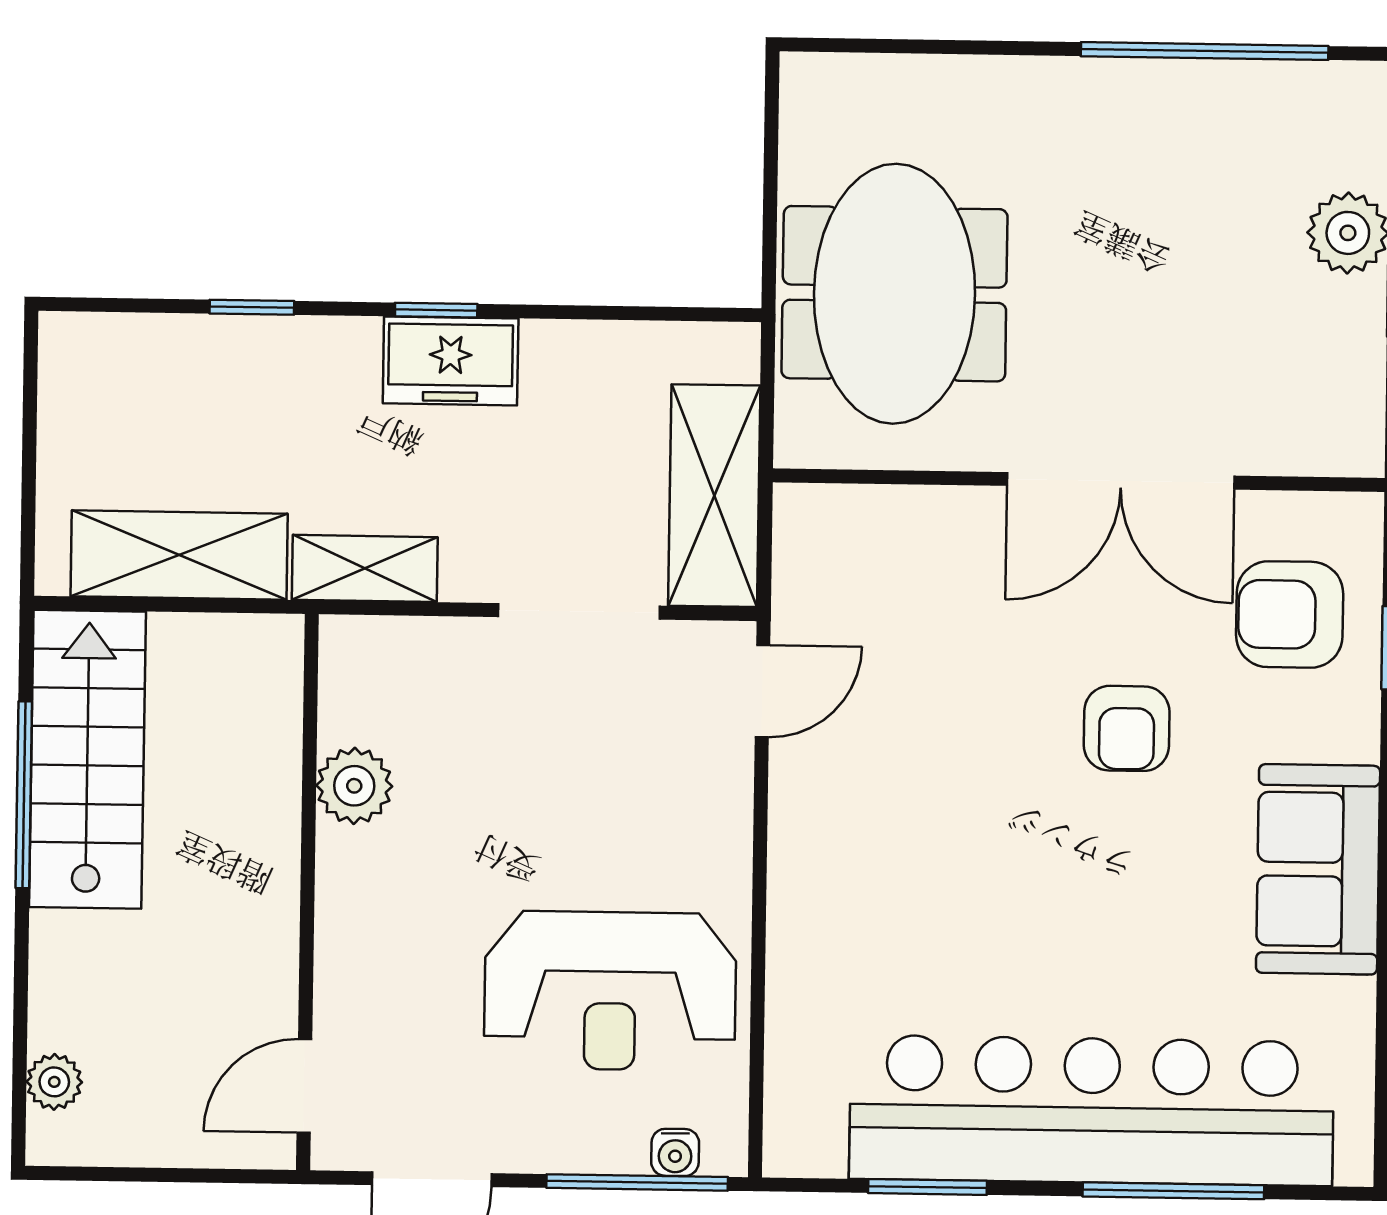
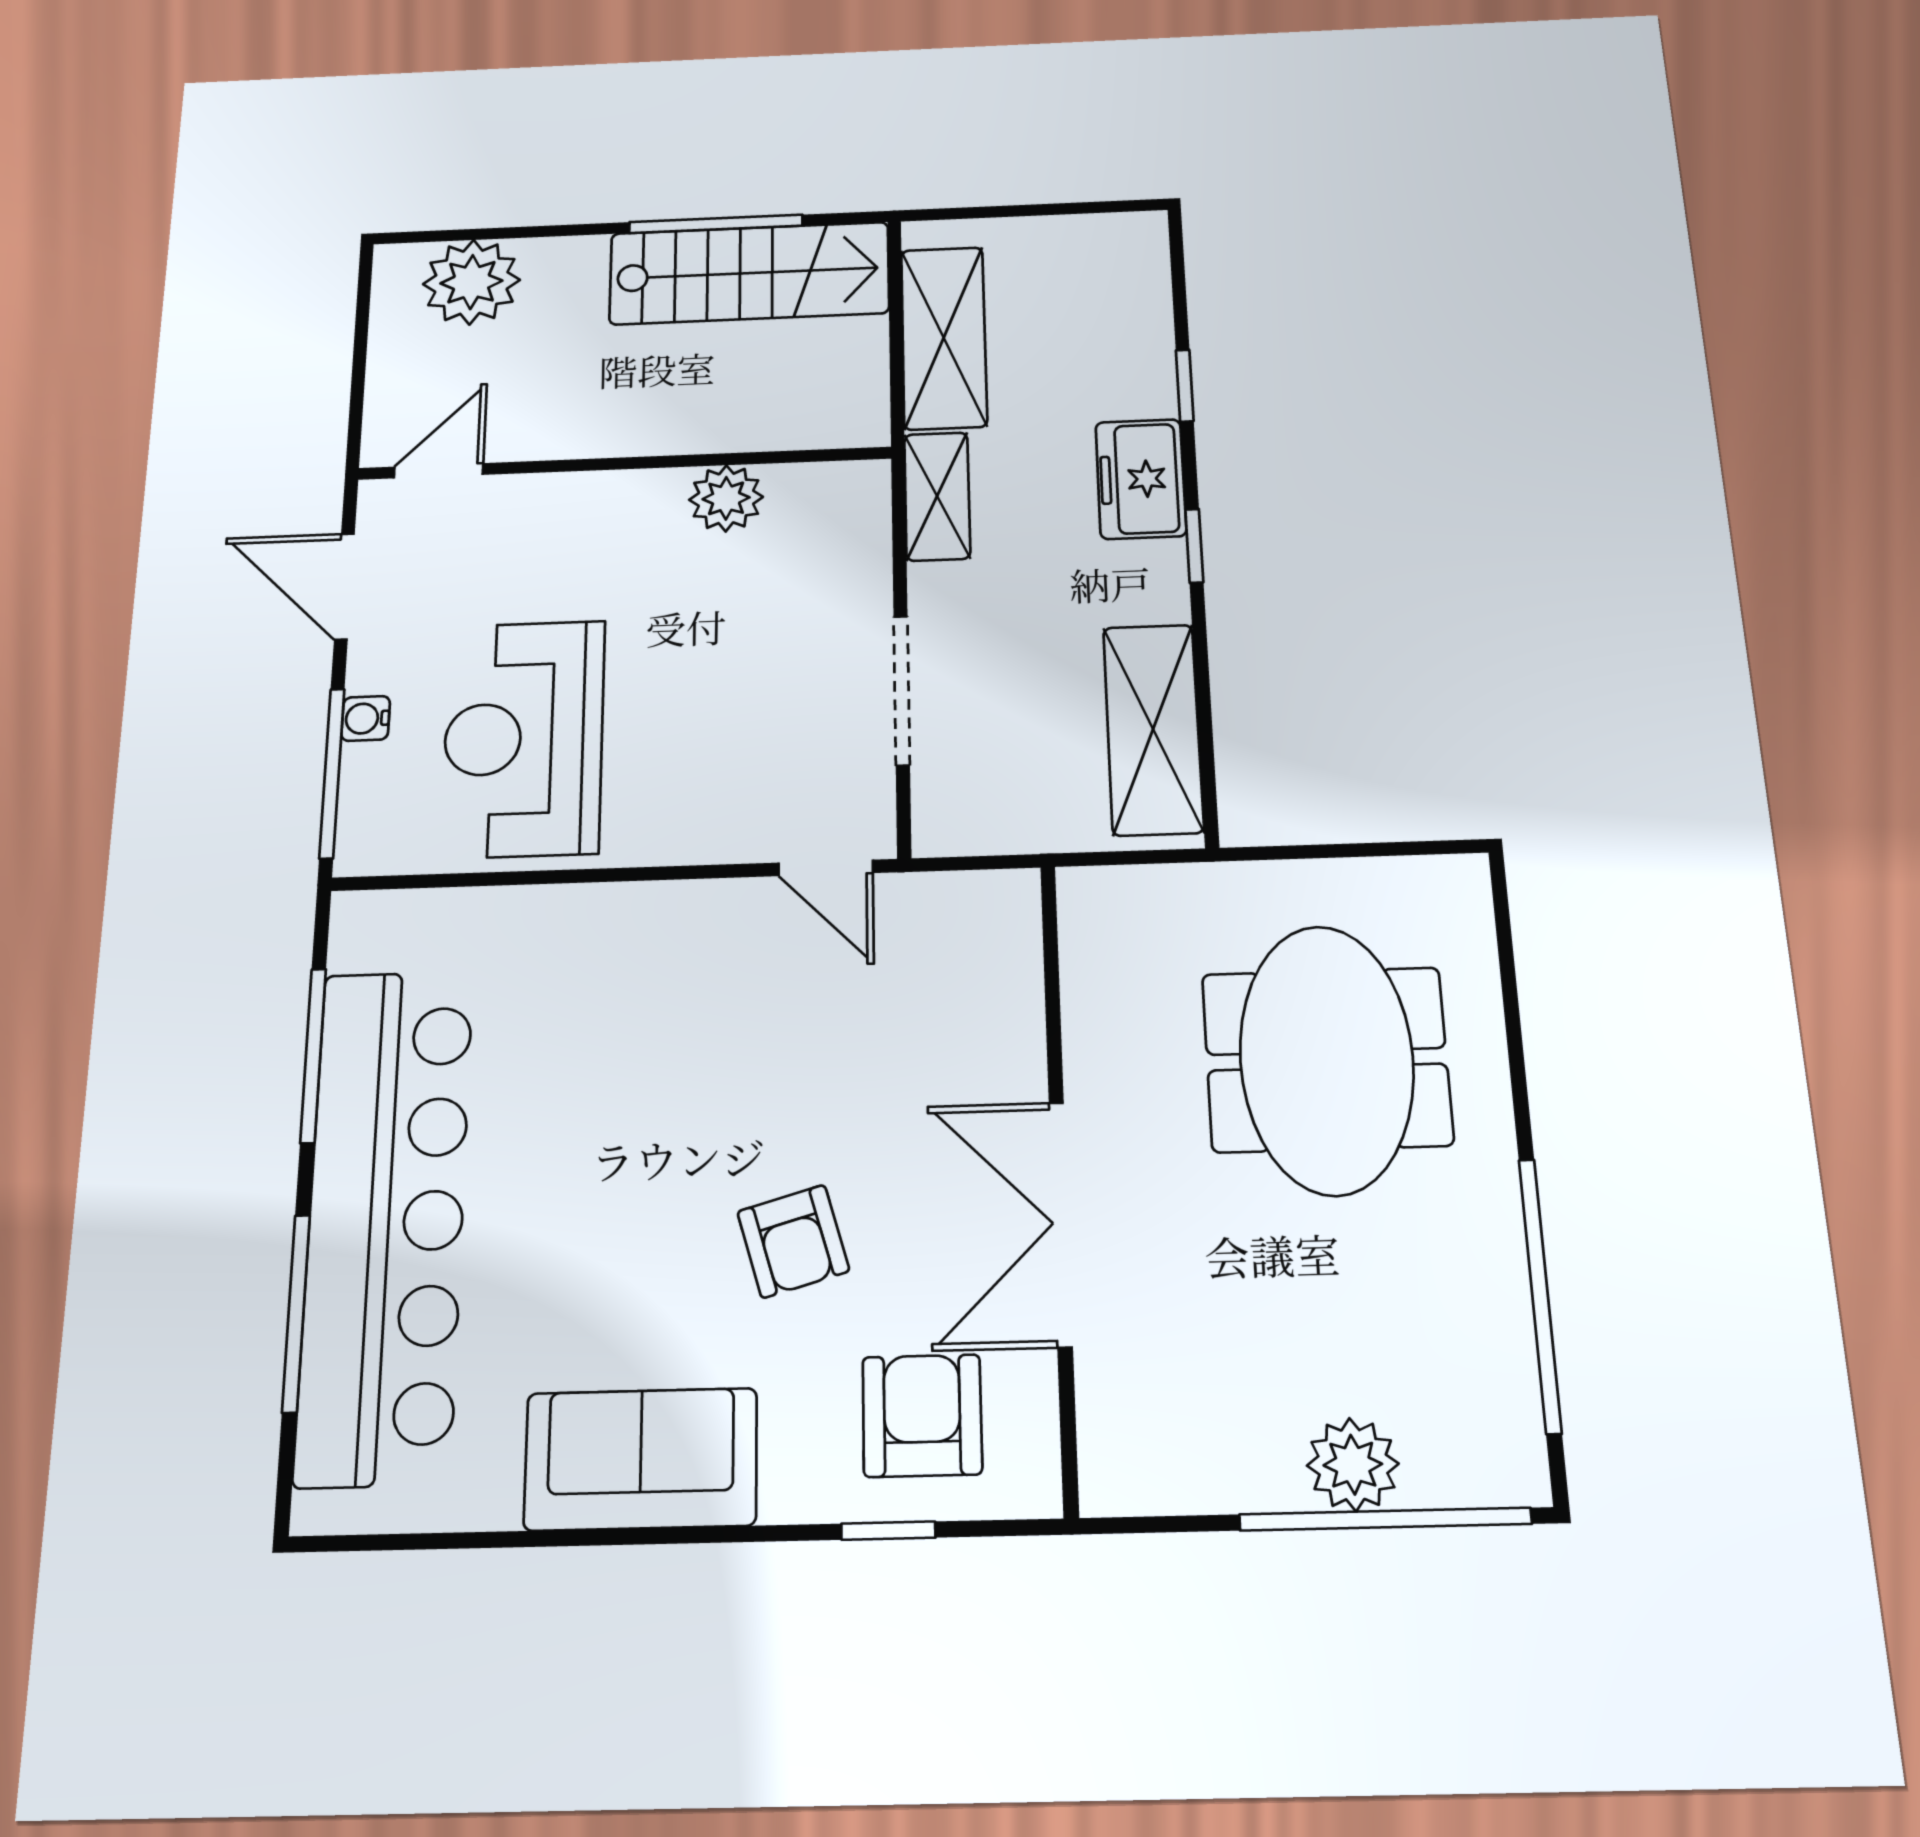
meeting table: (894, 294) -> (1327, 1059), moved, turned 90
freezer: (451, 361) -> (1141, 479), moved
shelving: (714, 496) -> (1153, 729), moved, turned 90
armchair: (1127, 728) -> (793, 1241), turned -106
plant: (54, 1082) -> (471, 282), width x1.88, depth x1.88
door: (304, 1086) -> (439, 471), hinge flipped
water cooler: (675, 1152) -> (366, 718), moved
window: (927, 1187) -> (313, 1055), width x1.44

